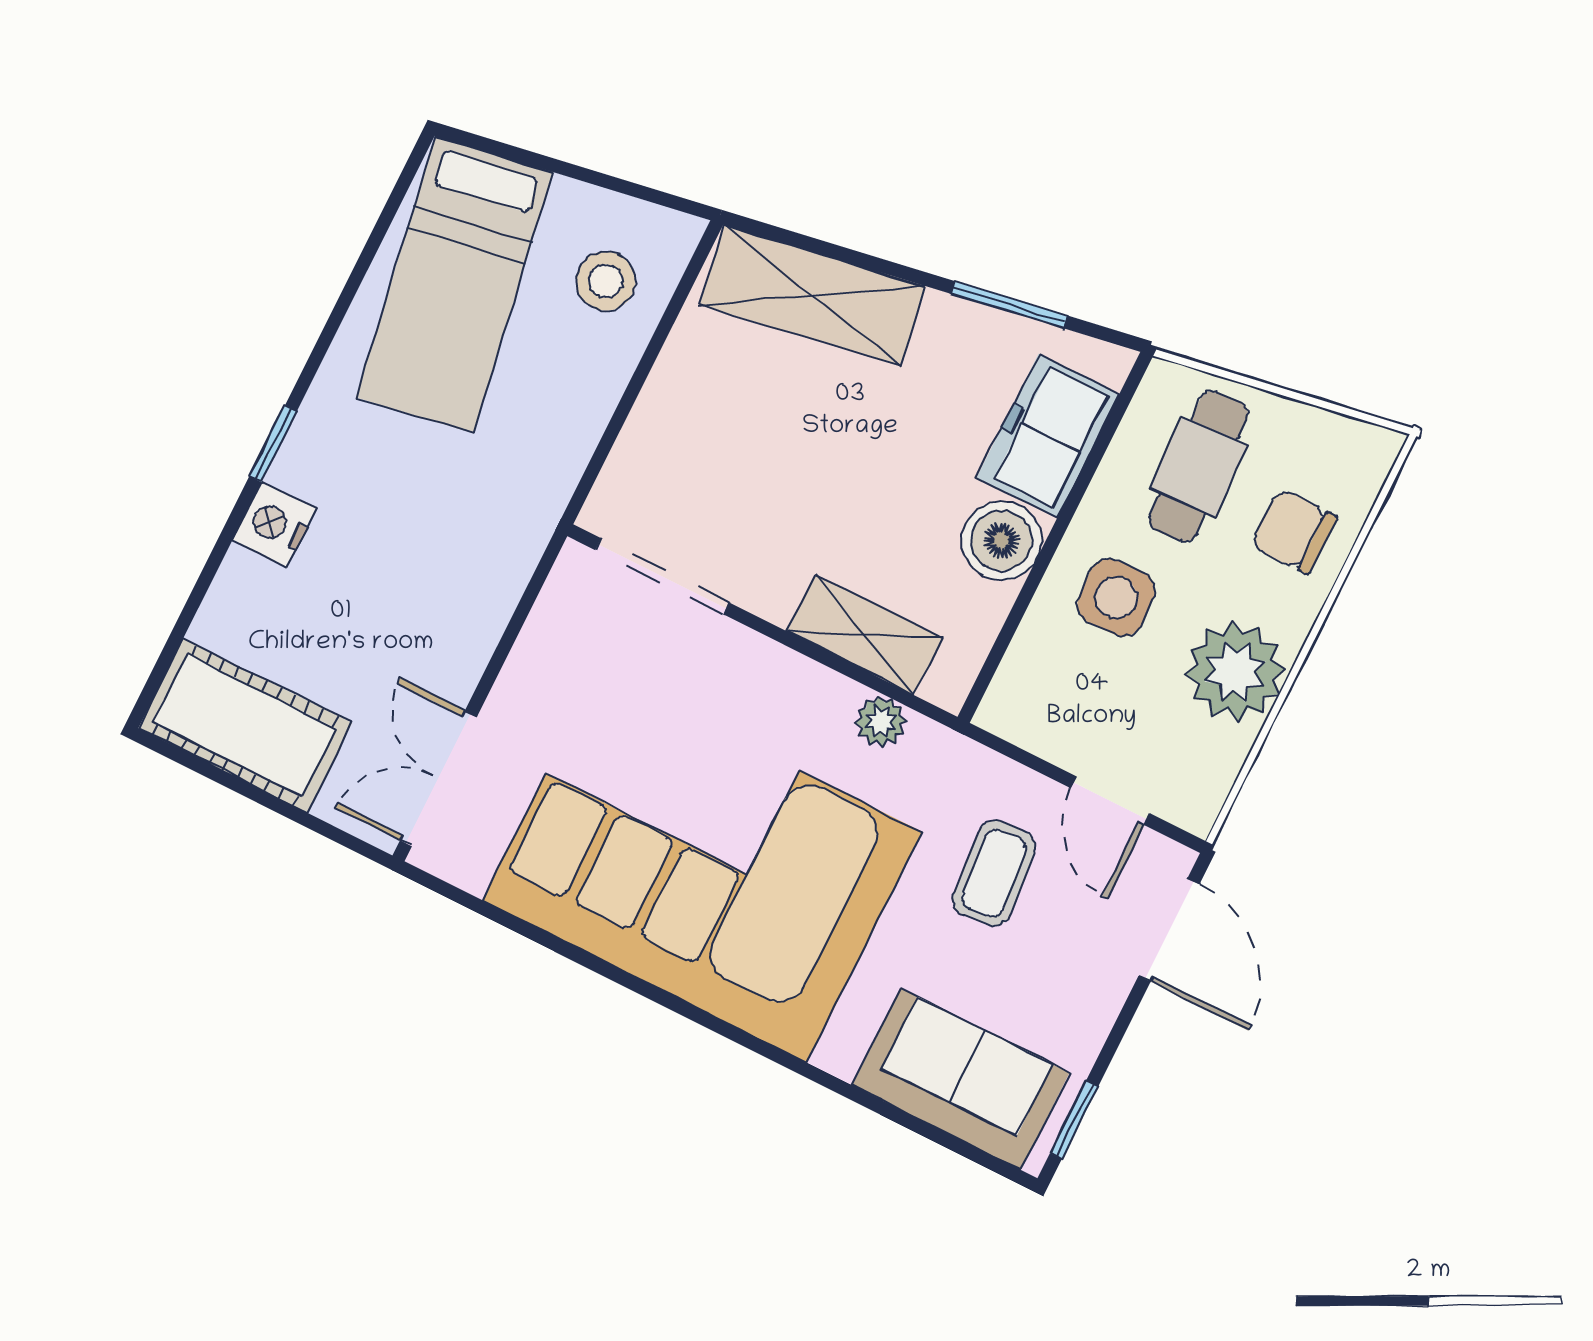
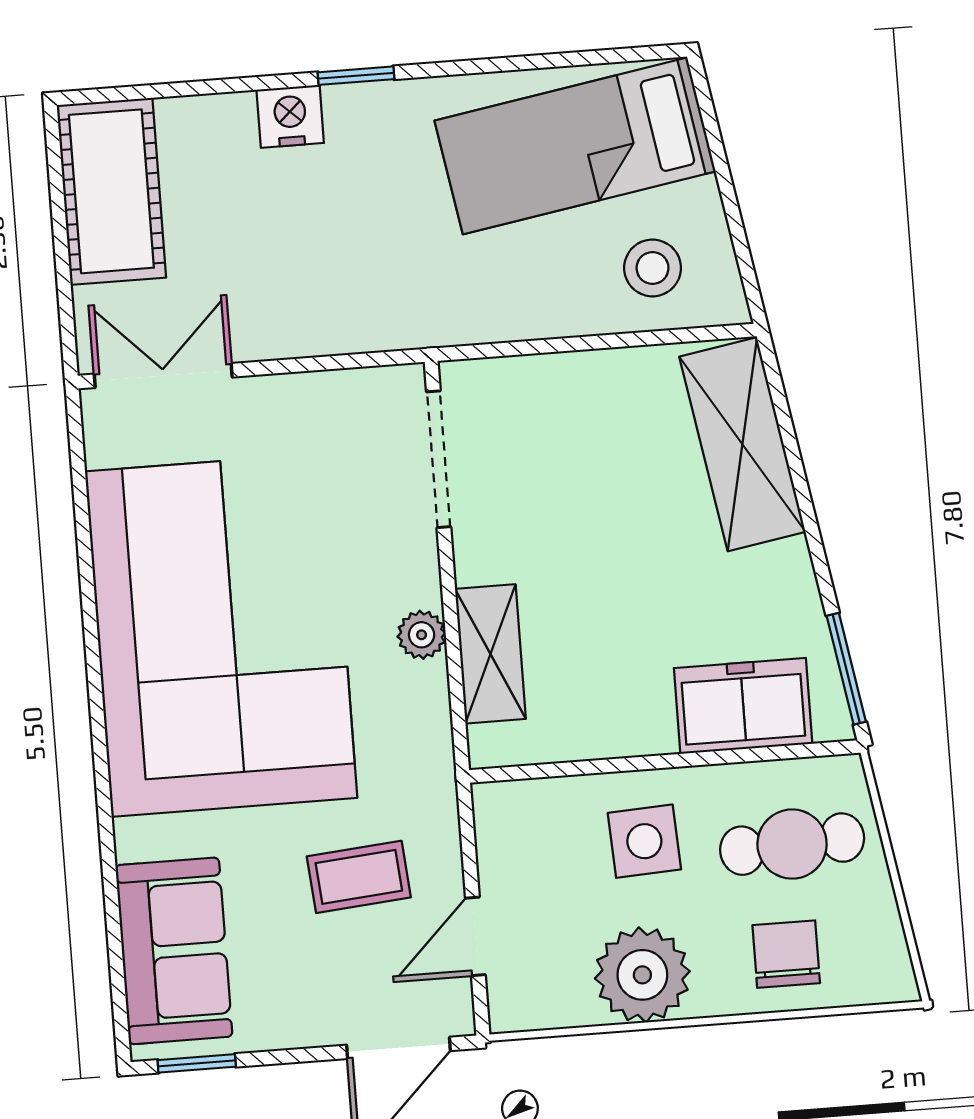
window: (1009, 305) -> (846, 669), moved
boiler: (1001, 541) -> (635, 719), removed
plant: (881, 721) -> (422, 635), moved

